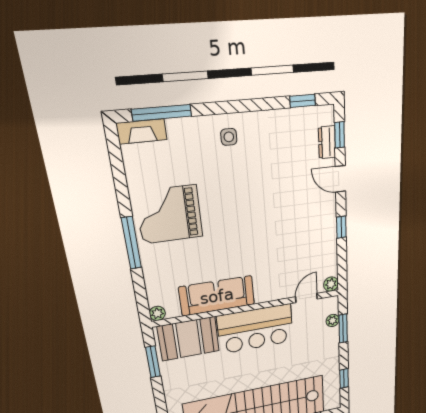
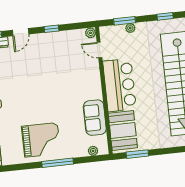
grand piano: (169, 215) -> (41, 140), turned -90
sofa: (217, 296) -> (95, 118), width x0.73
plant: (157, 313) -> (93, 151), moved
plant: (333, 321) -> (130, 28), moved

